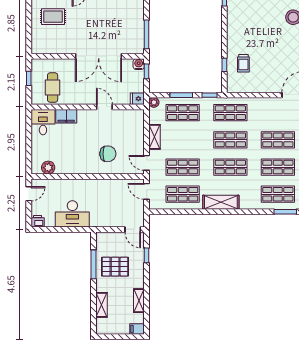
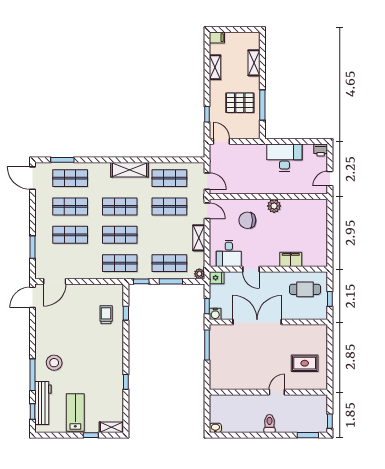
cafe table: (53, 88) -> (305, 289), turned 90
desk: (43, 122) -> (229, 253), moved
plant: (48, 168) -> (274, 206), moved

